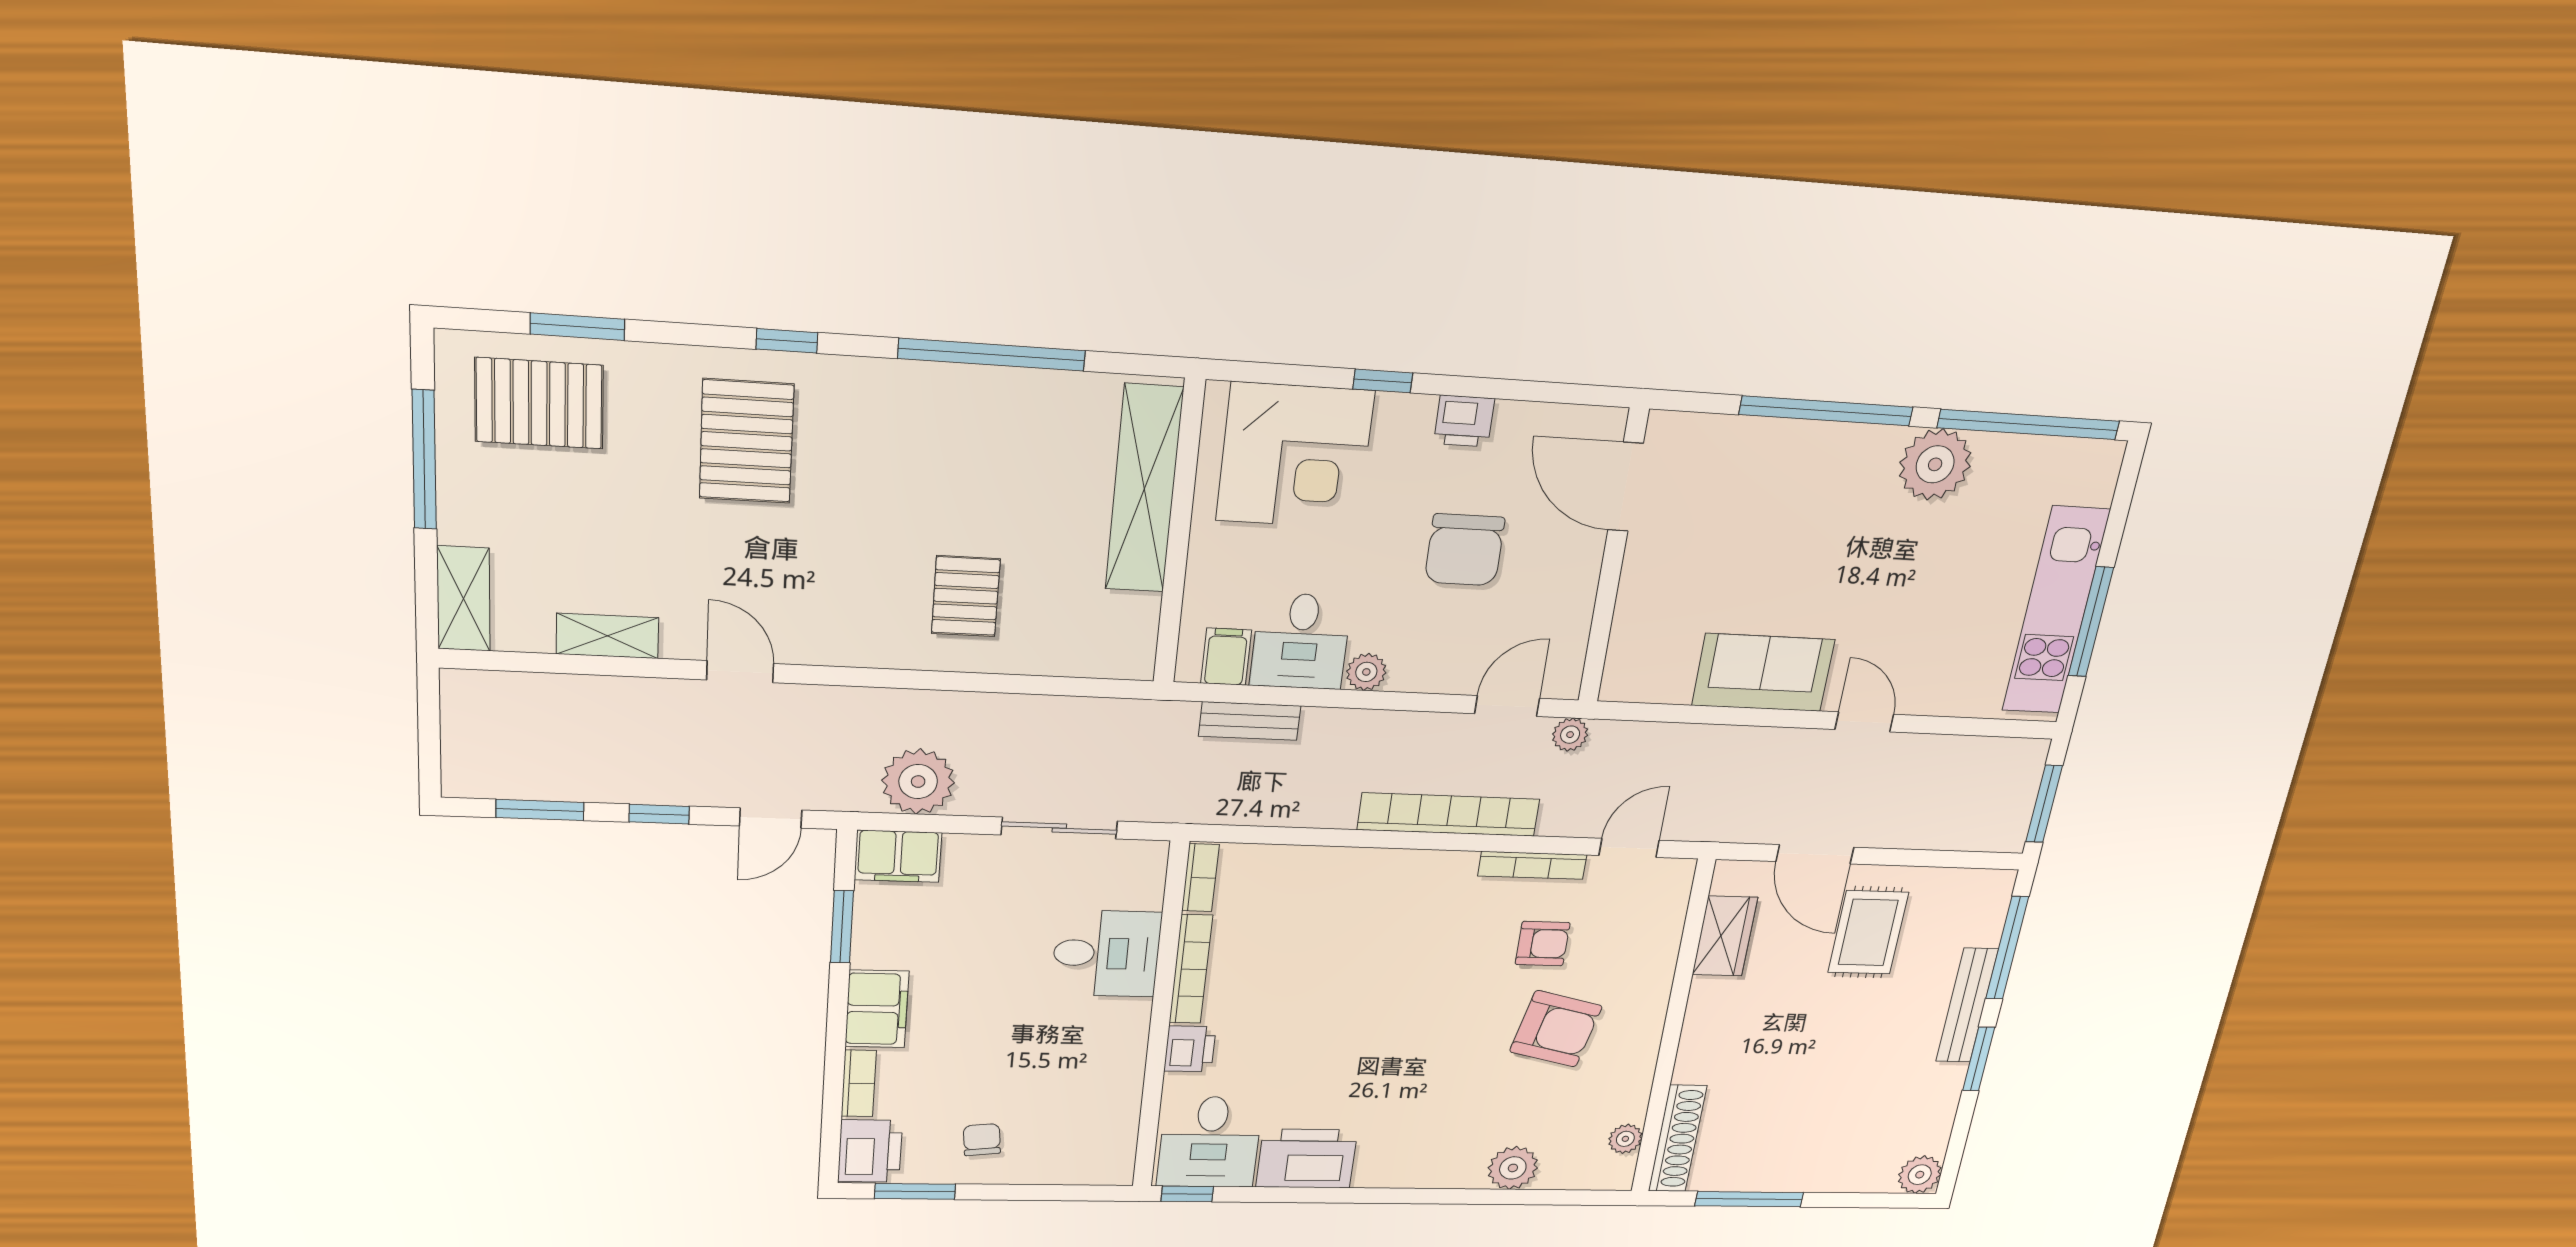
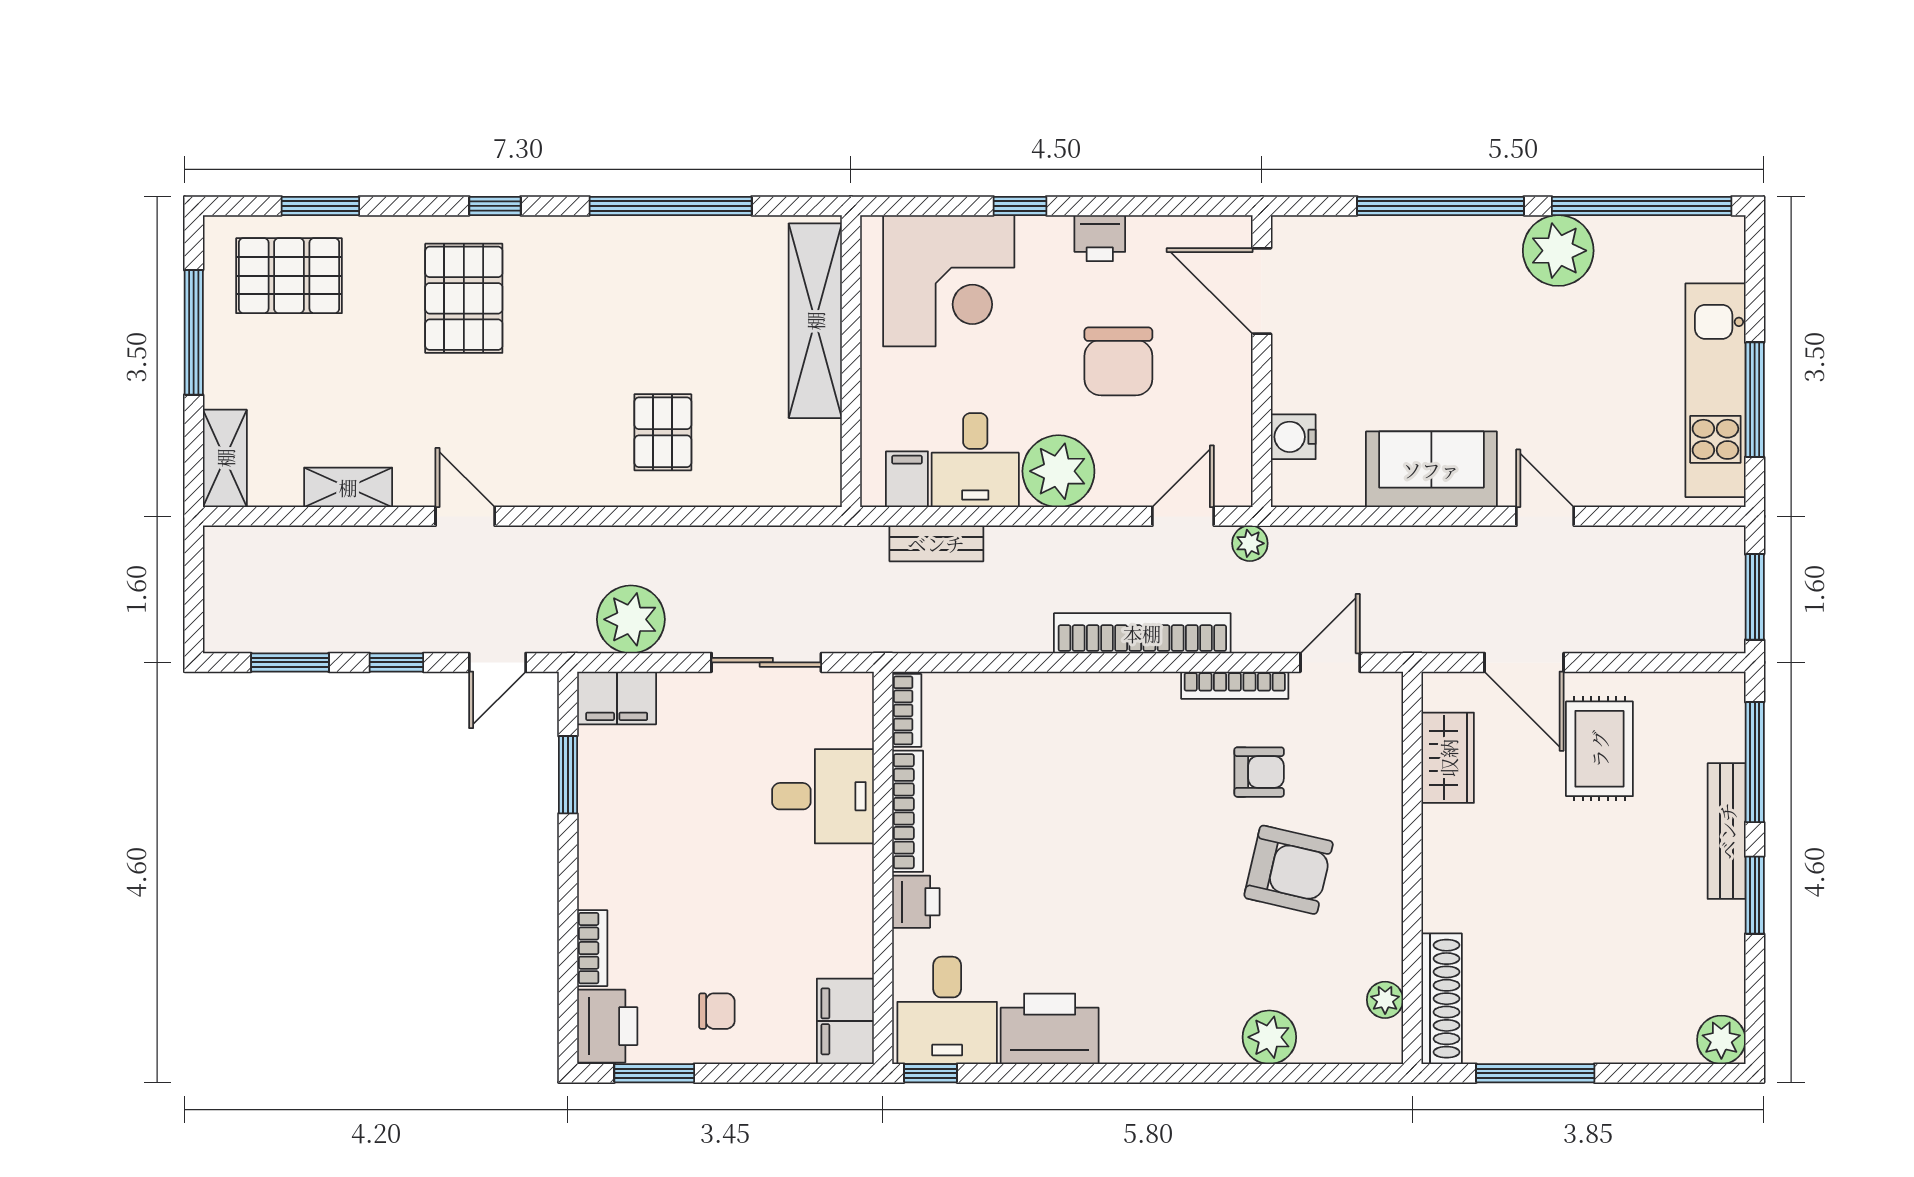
water cooler: (1632, 634) -> (1293, 437), added
plant: (1366, 672) -> (1058, 471), width x1.87, depth x1.87
filing cabinet: (877, 1009) -> (845, 1021), moved, turned 180
chair: (982, 1140) -> (717, 1011), turned 96

